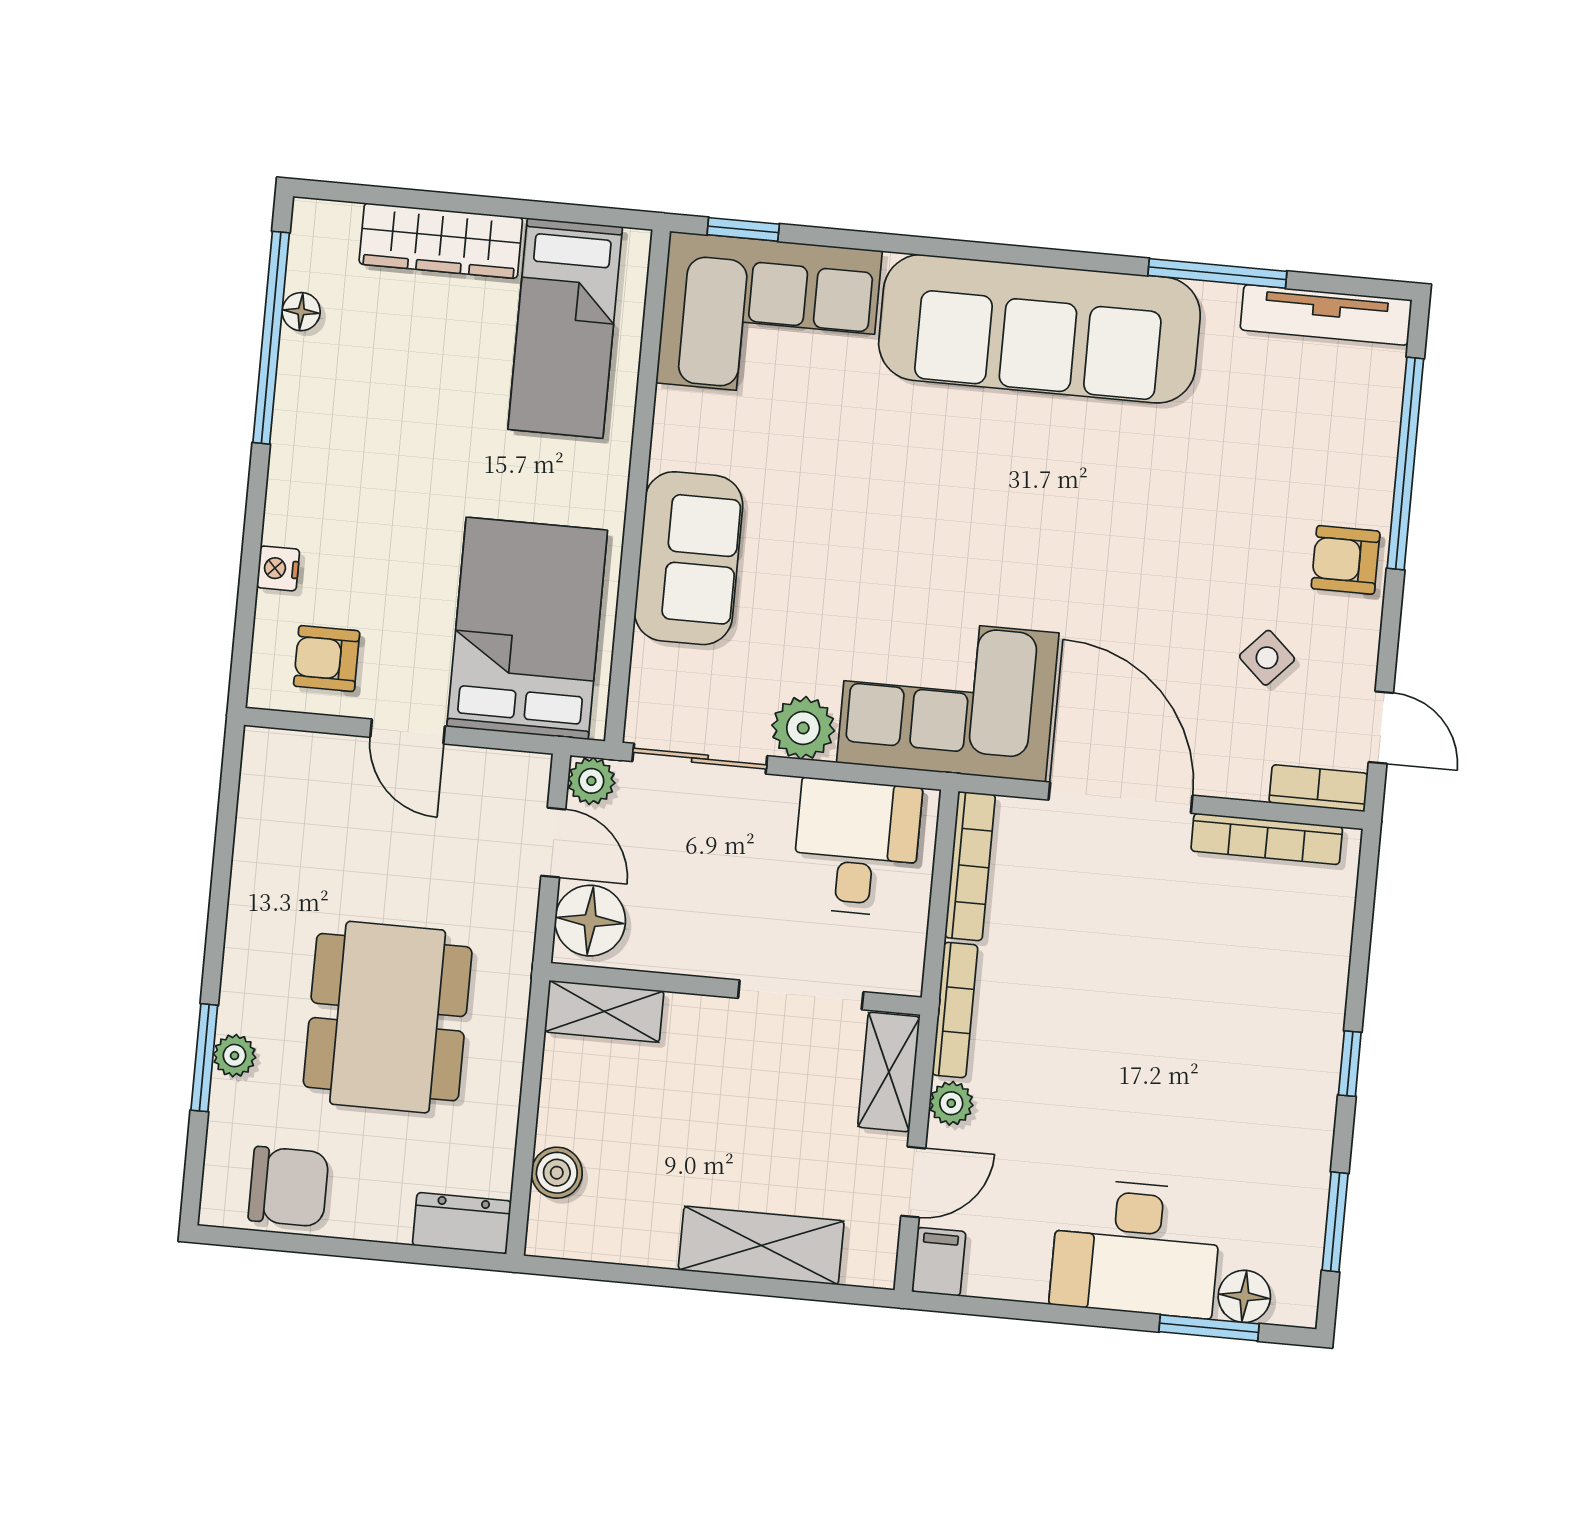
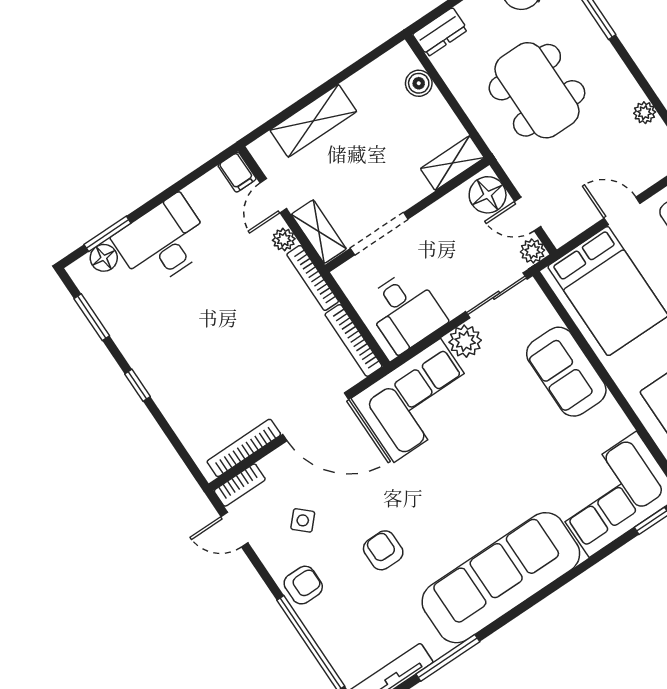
armchair: (1183, 514) -> (383, 550), added
plant: (235, 1056) -> (645, 113), moved

